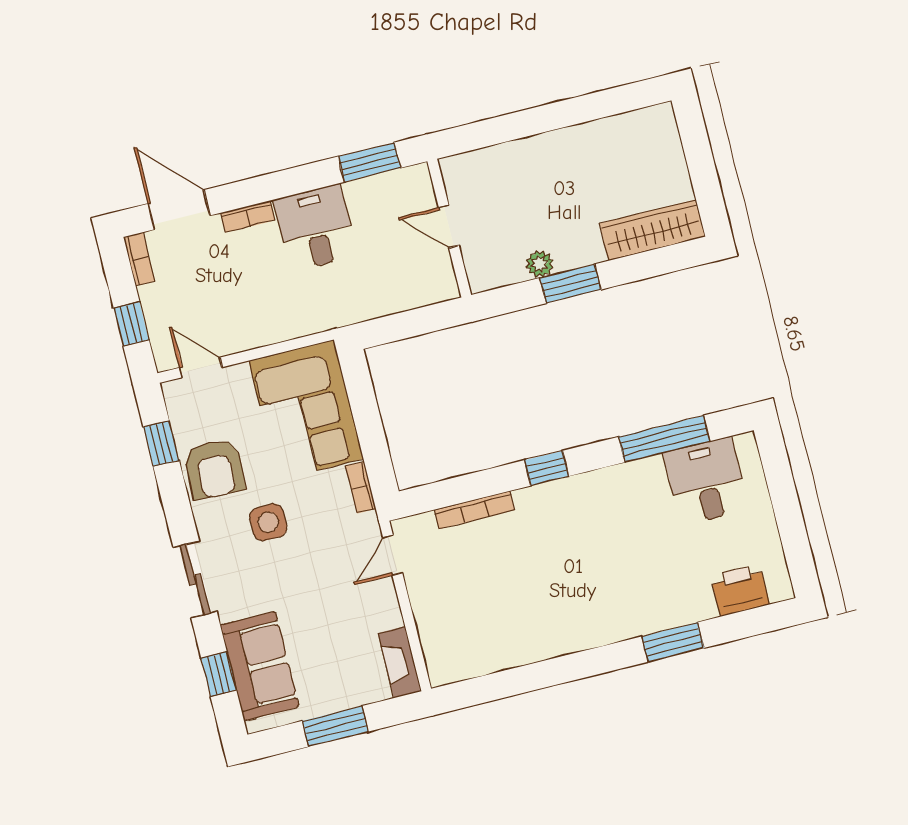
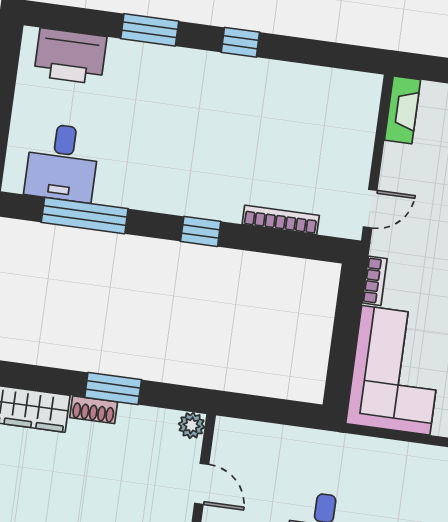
shoe rack: (581, 256) -> (94, 410), added
plant: (540, 264) -> (192, 425), moved
printer: (740, 590) -> (70, 56), width x1.37, depth x1.19
window: (581, 665) -> (240, 42), added

